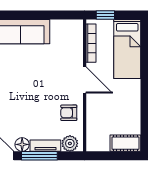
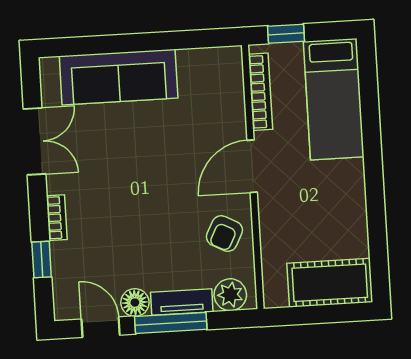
door: (85, 80) -> (252, 166), swing flipped
armchair: (69, 113) -> (224, 234), turned -63
cot: (125, 143) -> (330, 283), width x1.37, depth x1.34

